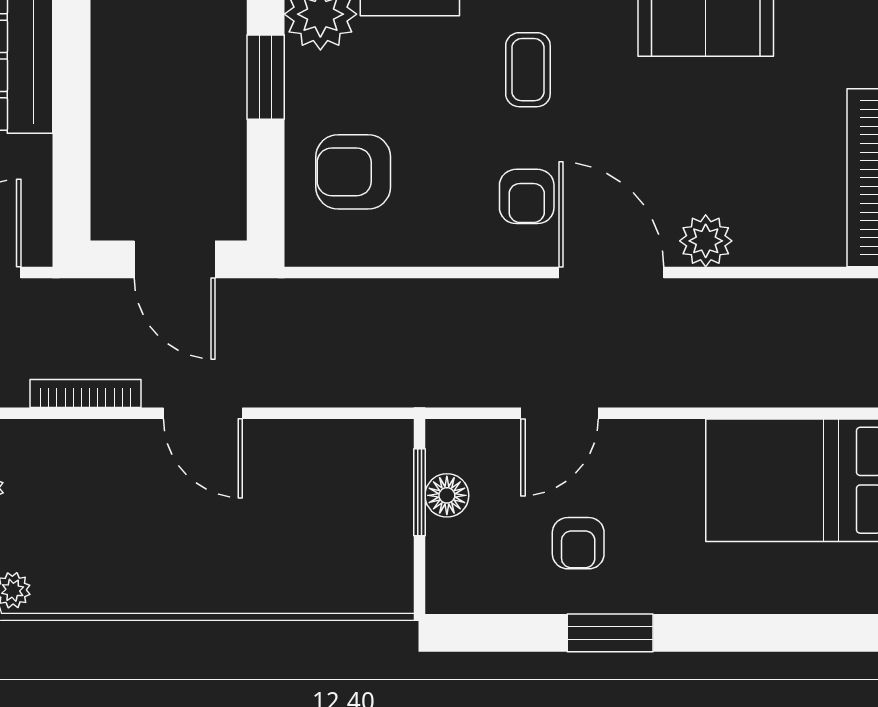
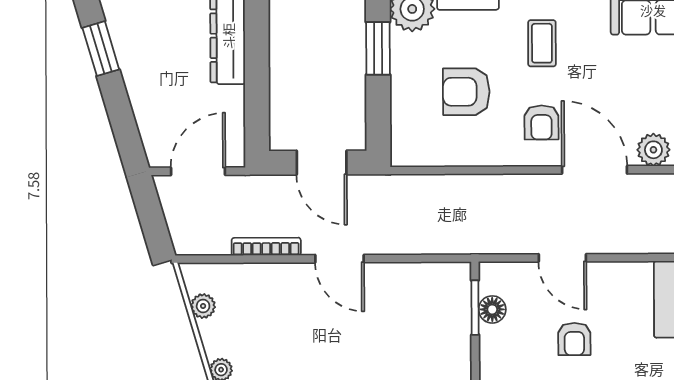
armchair: (353, 172) -> (466, 92), moved
door: (559, 413) -> (562, 258), hinge flipped

